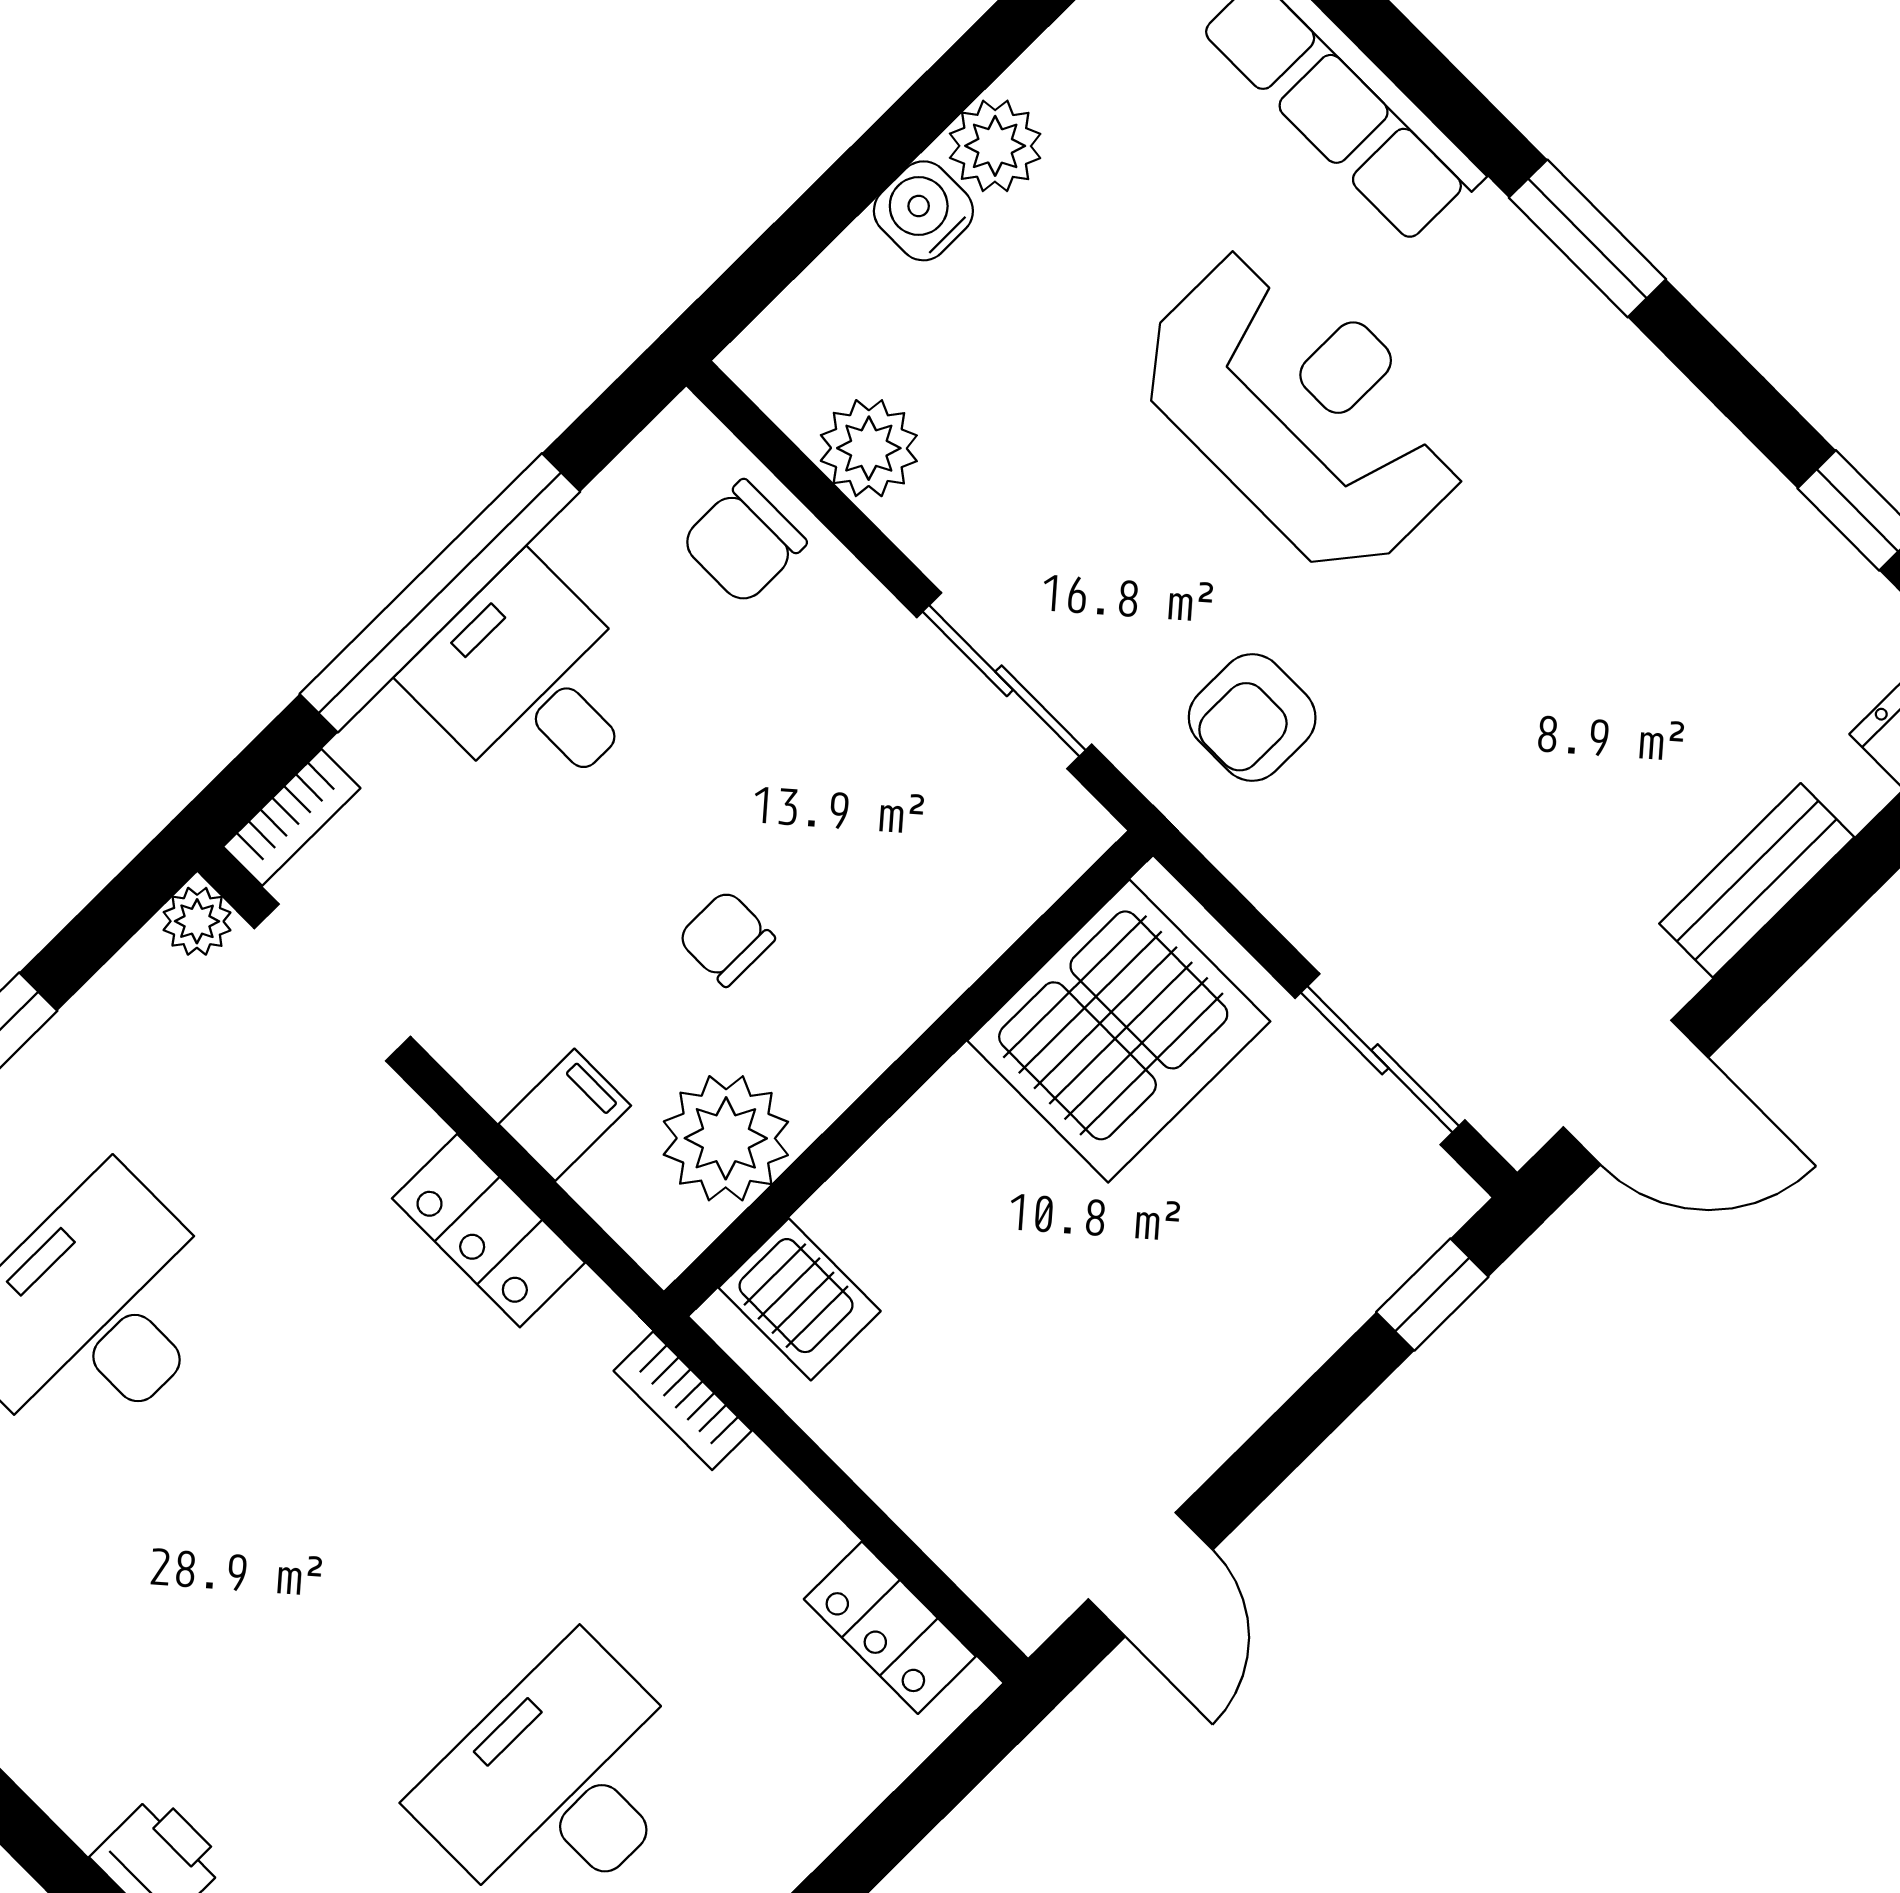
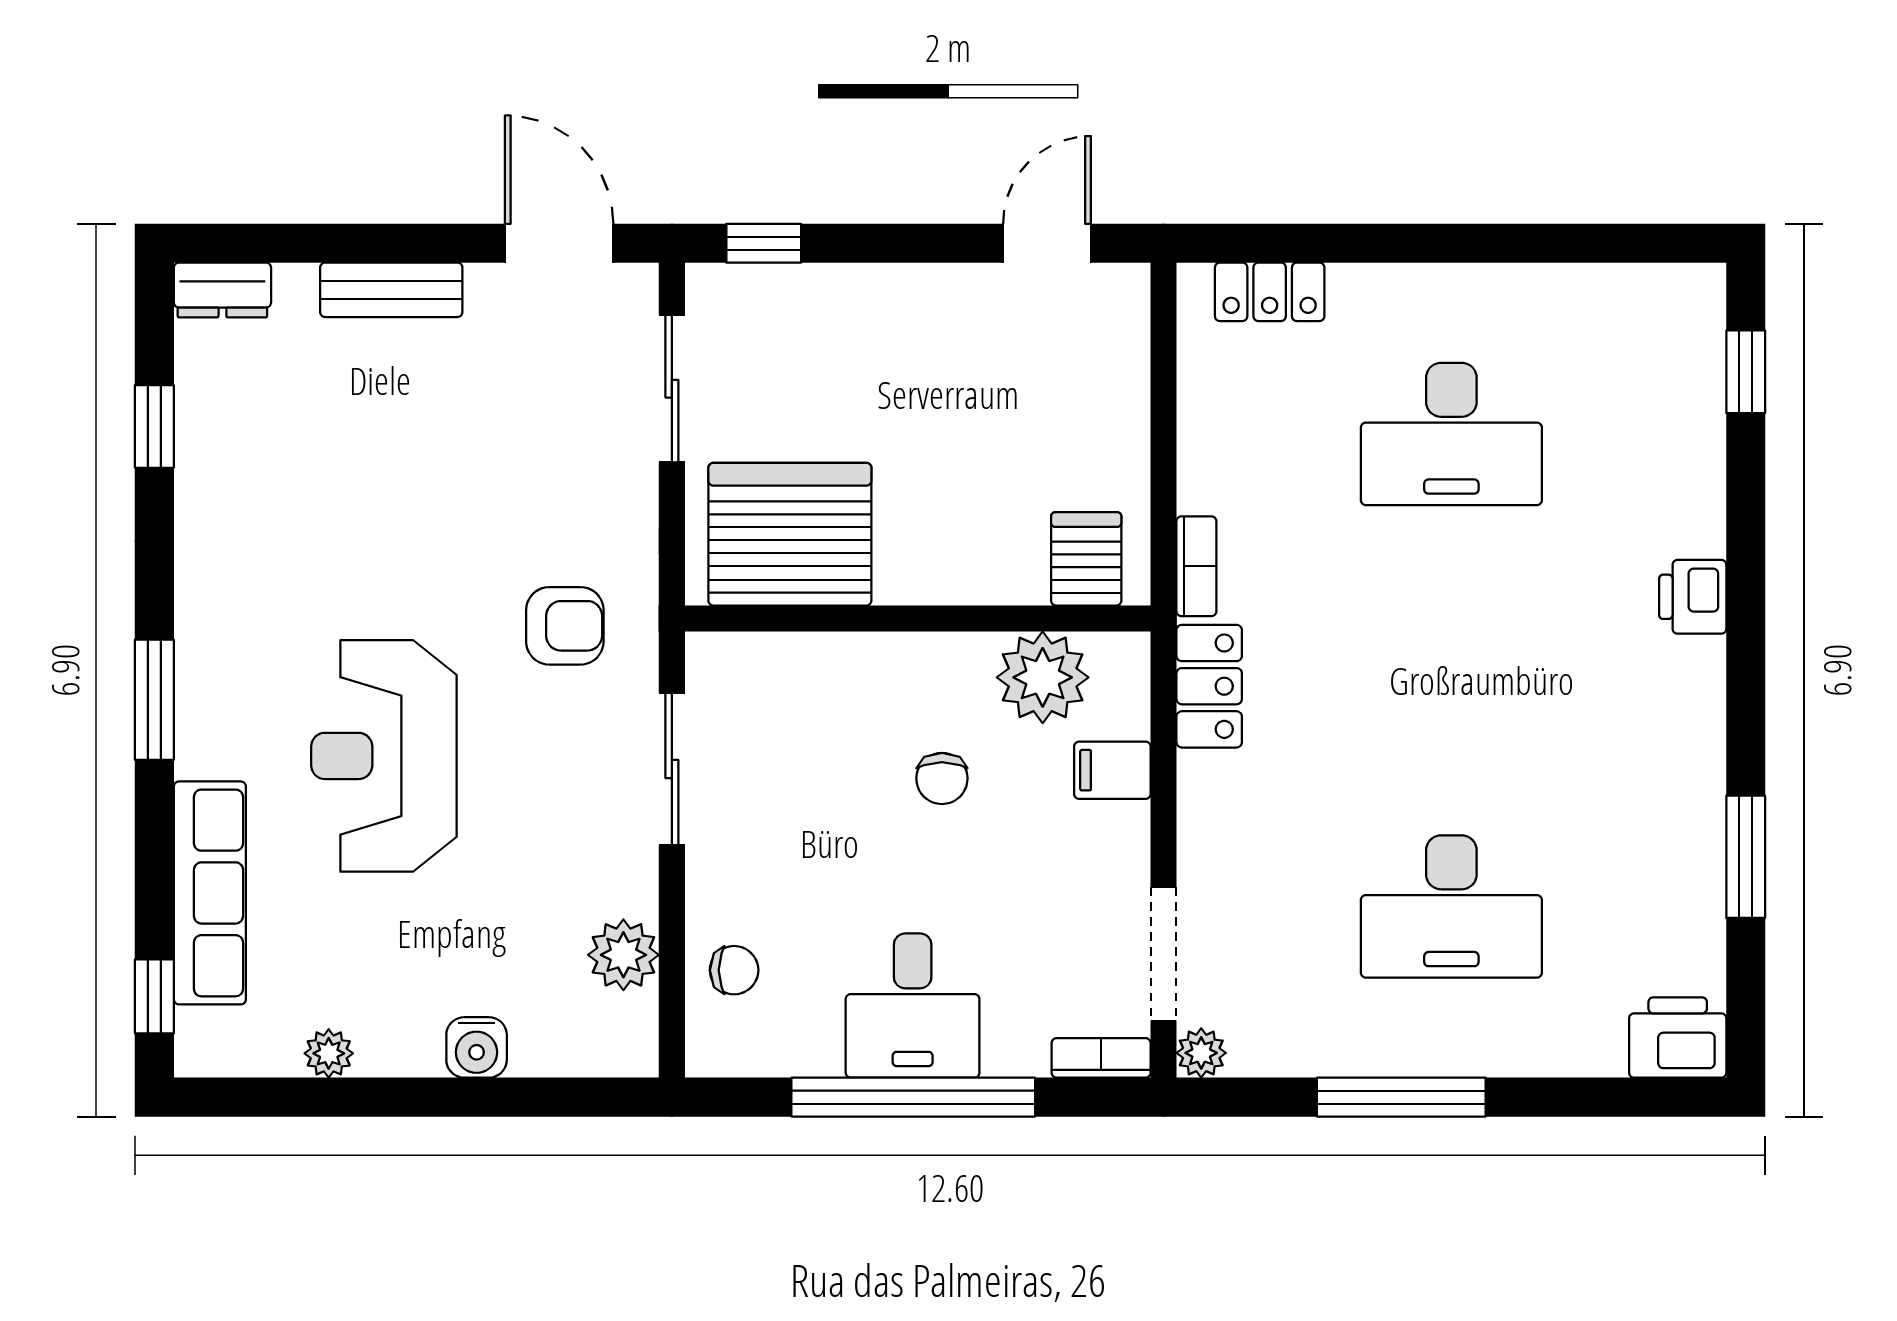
plant: (995, 146) -> (329, 1053), moved, width x0.73, depth x0.73
chair: (744, 542) -> (734, 970), width x0.73, depth x0.73
locker: (488, 1231) -> (1209, 686), moved
locker: (890, 1628) -> (1270, 292), moved, turned 90

